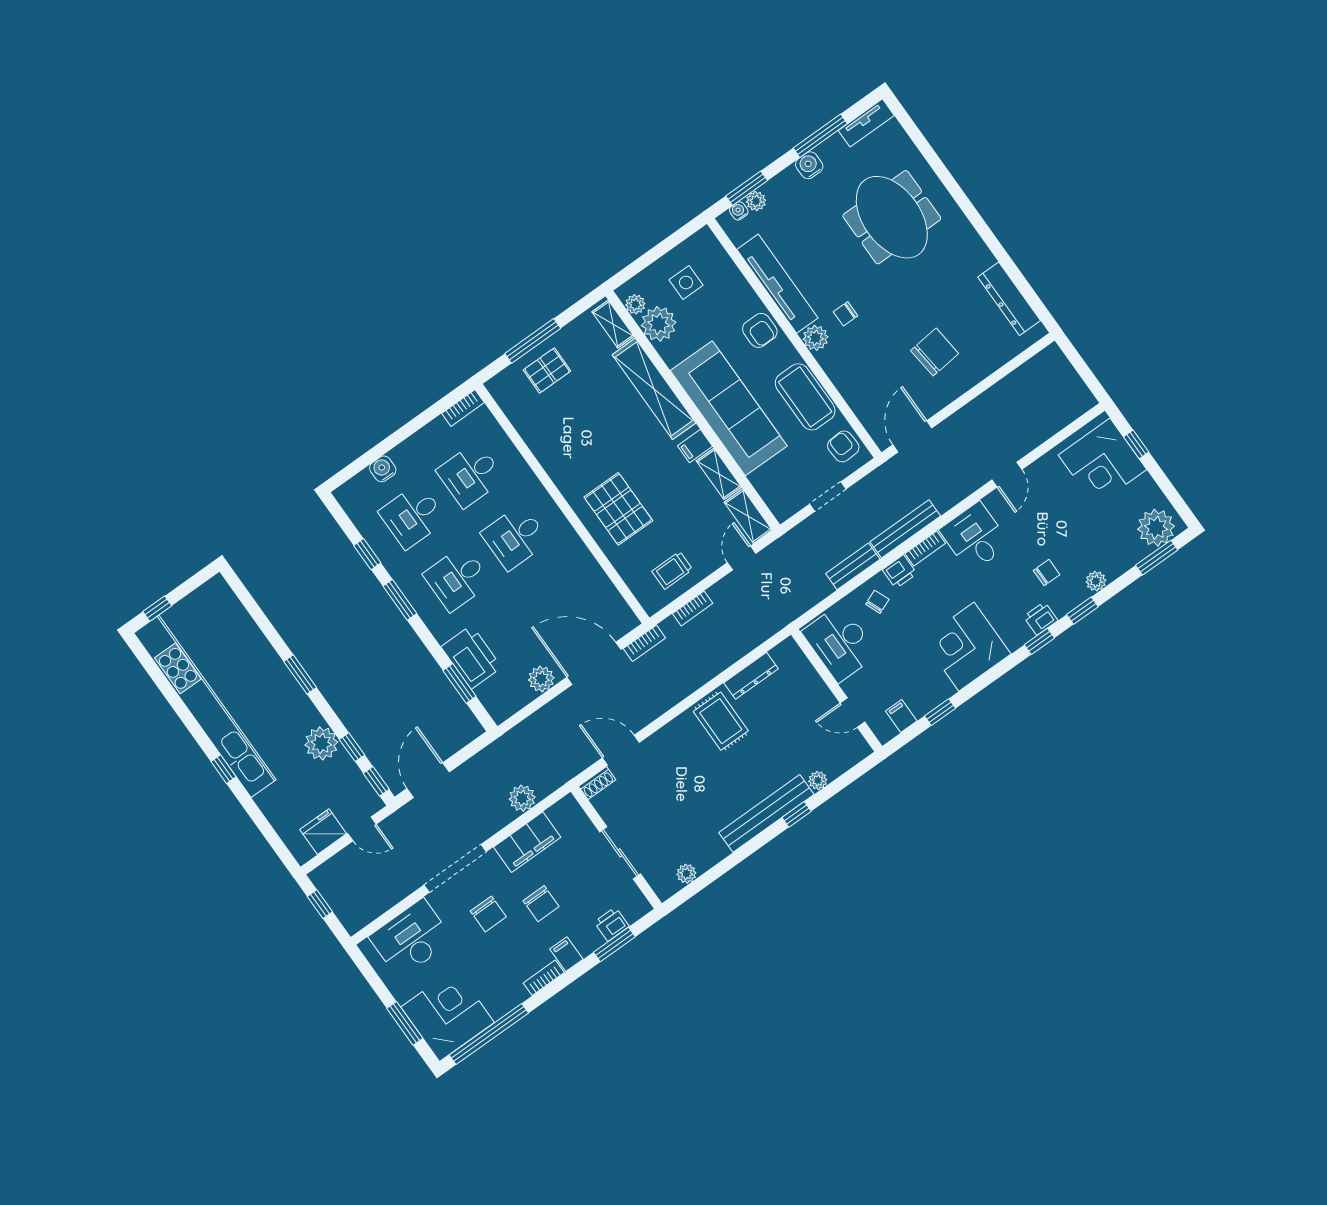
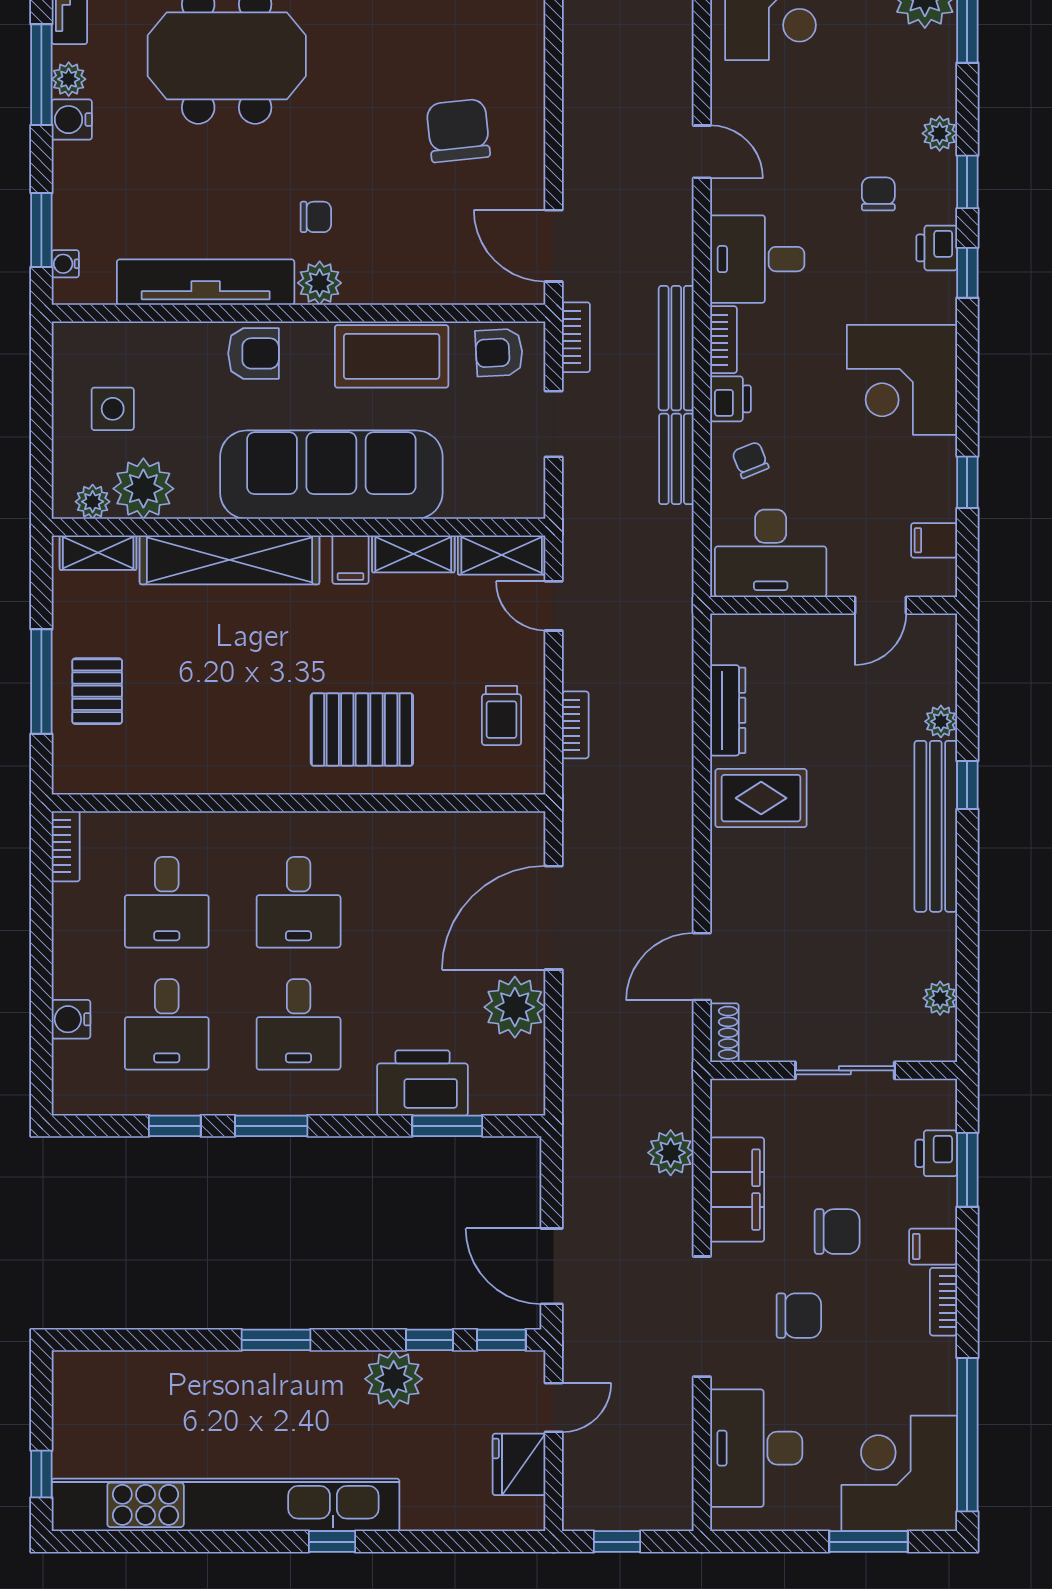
plant: (756, 201) -> (69, 79), moved
chair: (846, 314) -> (316, 217), turned -90
bookcase: (644, 643) -> (576, 337), moved
plant: (541, 679) -> (515, 1007), width x1.36, depth x1.36

